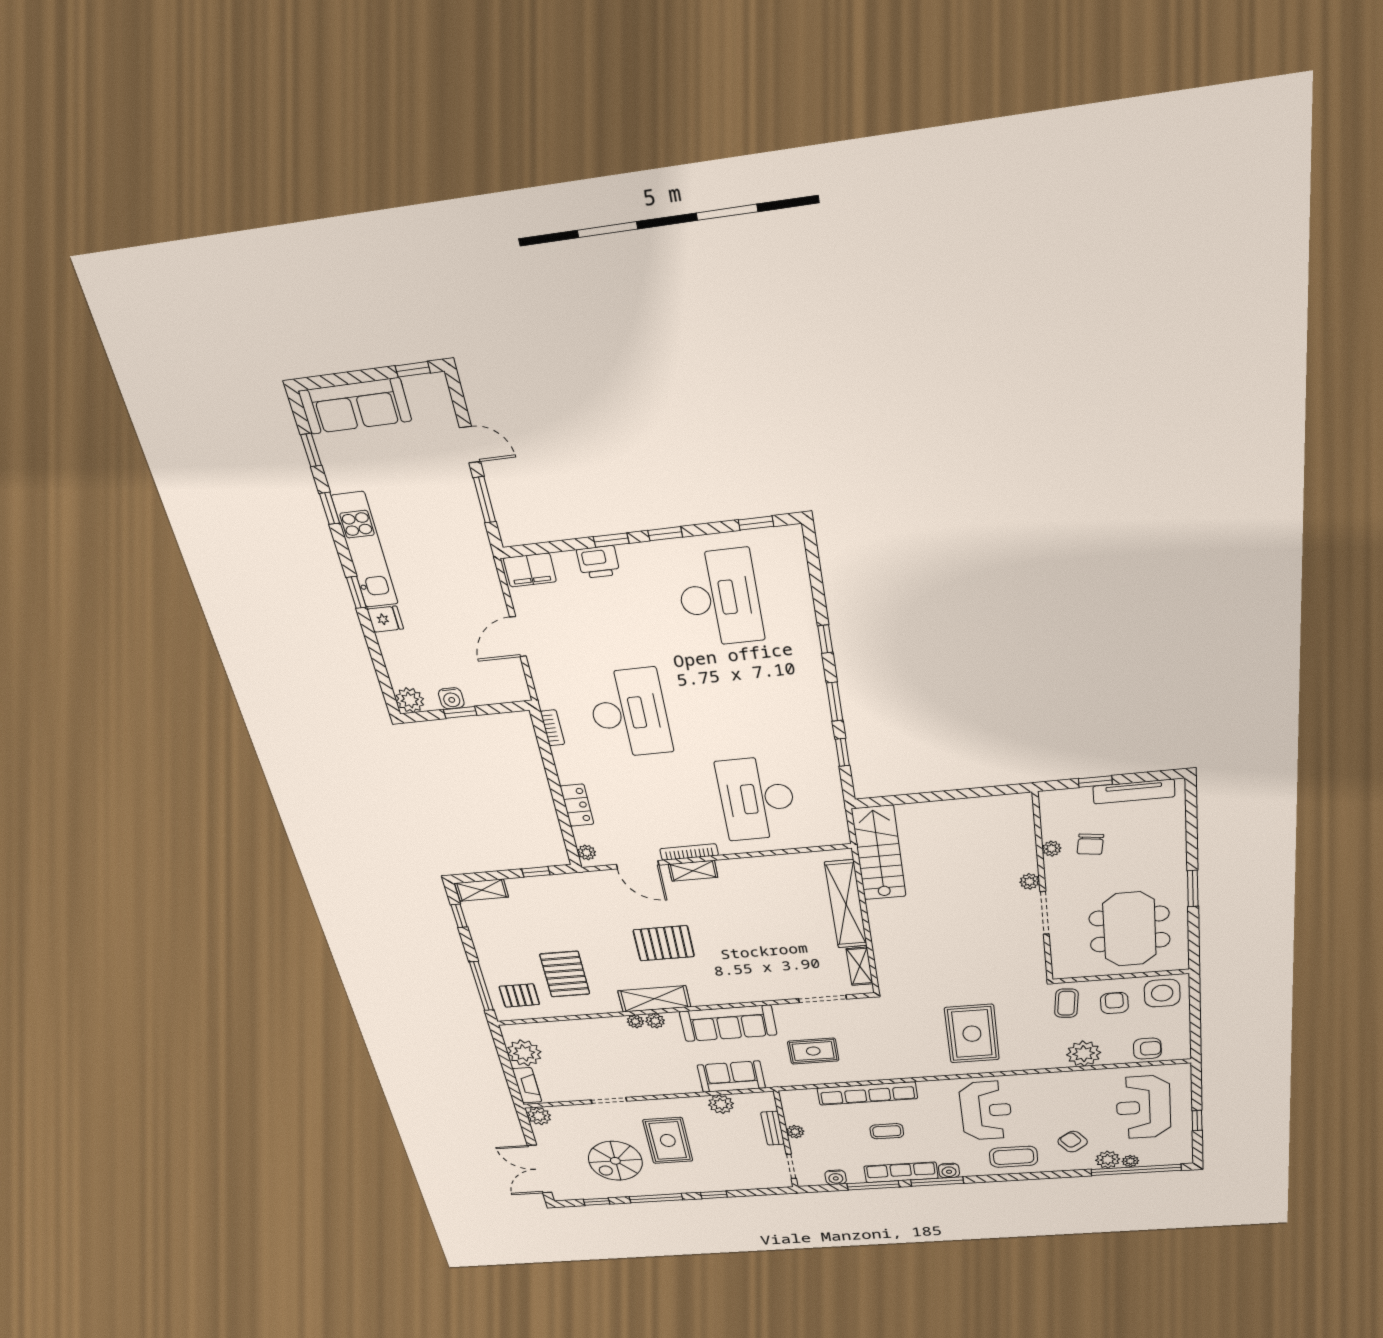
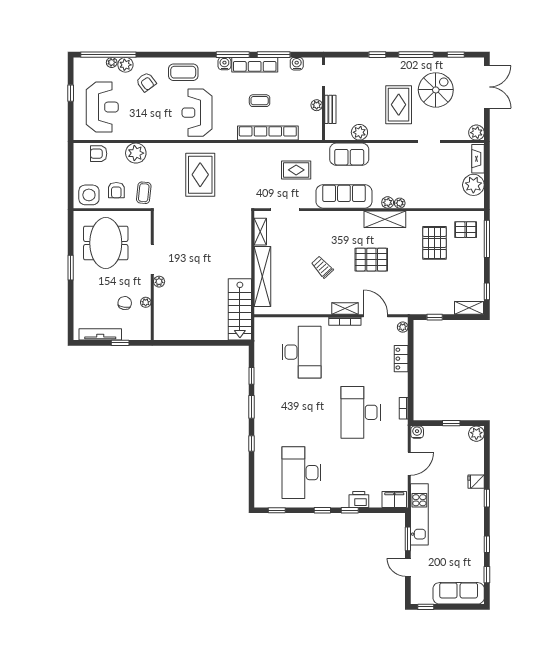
kitchen unit: (365, 550) -> (419, 514), moved, turned 180
water cooler: (451, 698) -> (417, 432), moved
trolley: (745, 926) -> (322, 267), added

